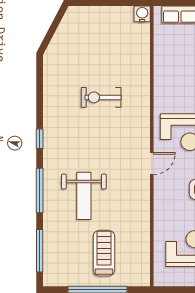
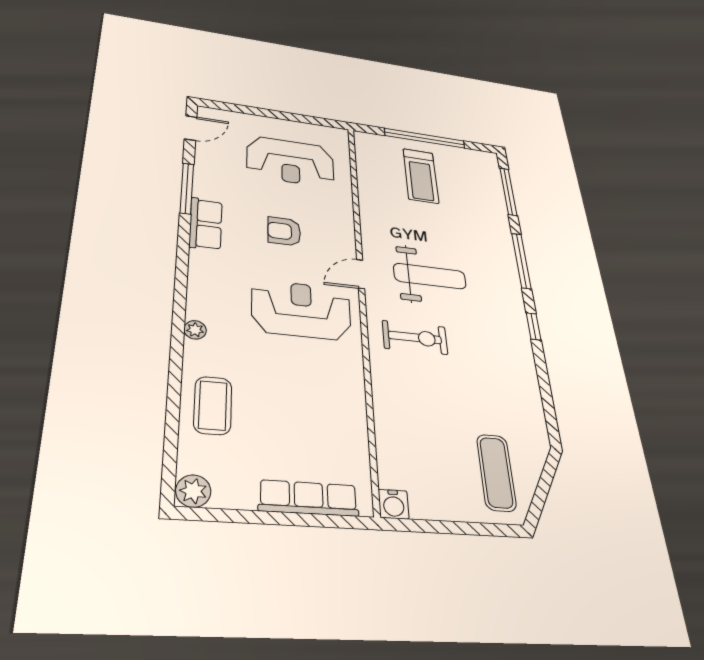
exercise mat: (80, 36) -> (496, 472), added
exercise bike: (101, 97) -> (415, 338), moved
weight bench: (84, 196) -> (430, 276), moved, turned 90

